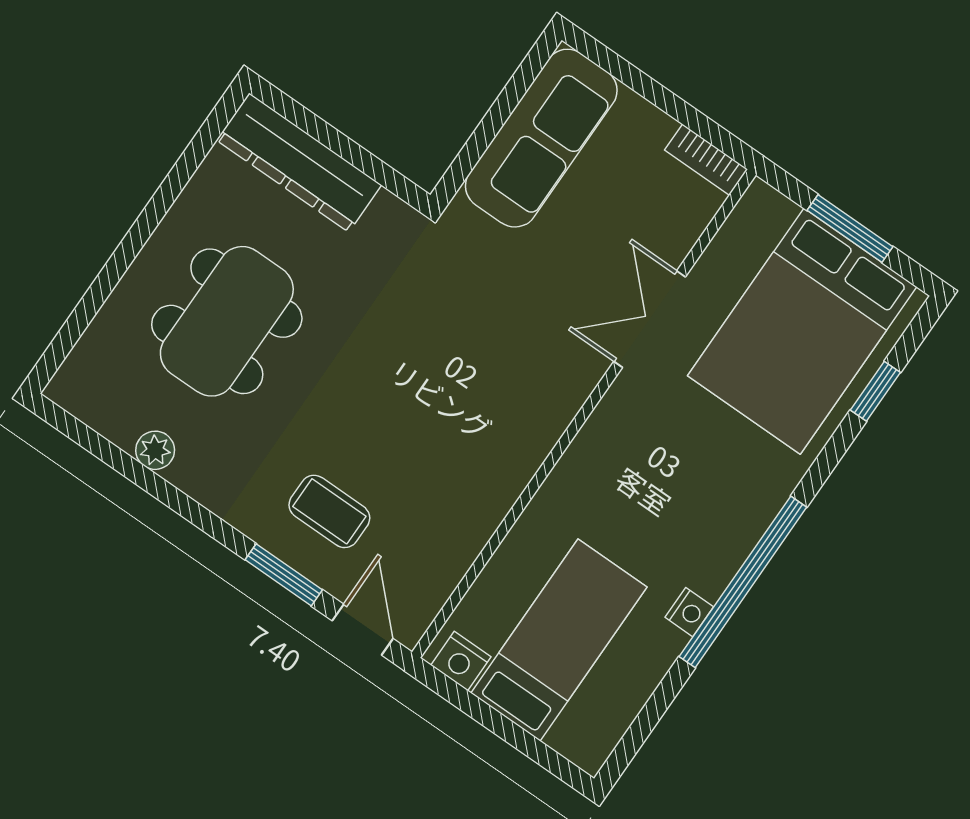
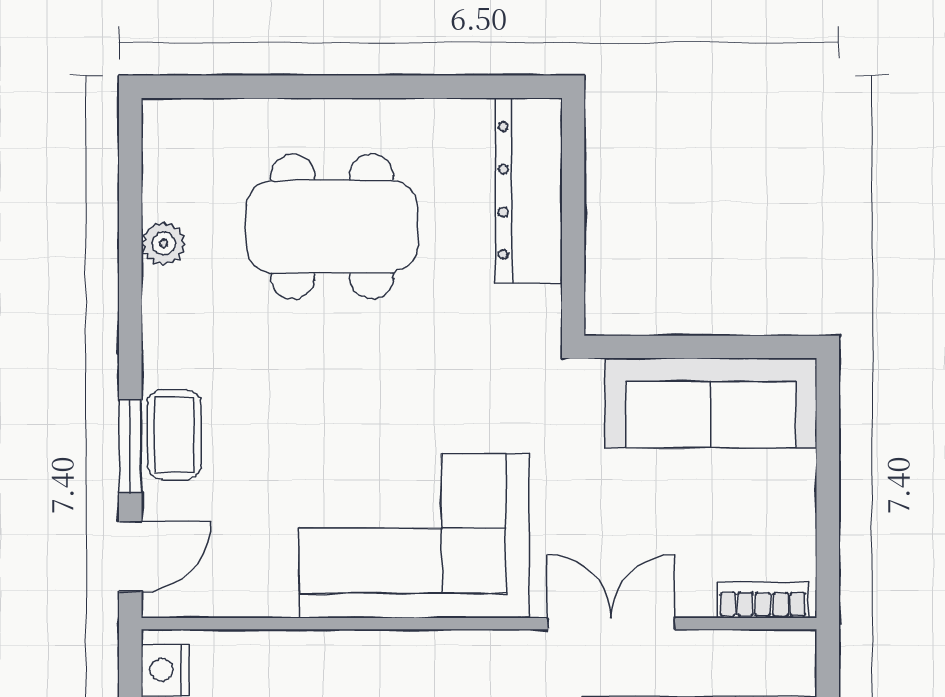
bookcase: (706, 160) -> (763, 600), moved, turned 90
corner sofa: (489, 417) -> (414, 536), added
coffee table: (329, 511) -> (174, 435), moved

